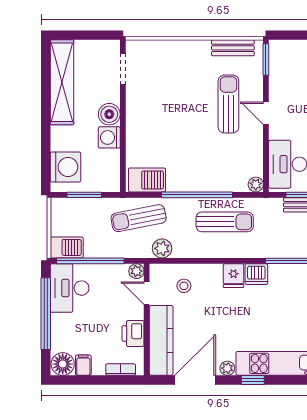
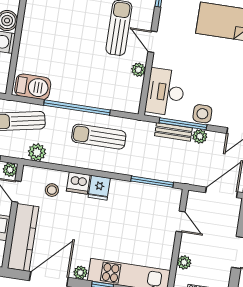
plant: (256, 185) -> (138, 70), moved
sun lounger: (225, 222) -> (99, 137), turned 180
dishwasher: (256, 274) -> (78, 183), moved

